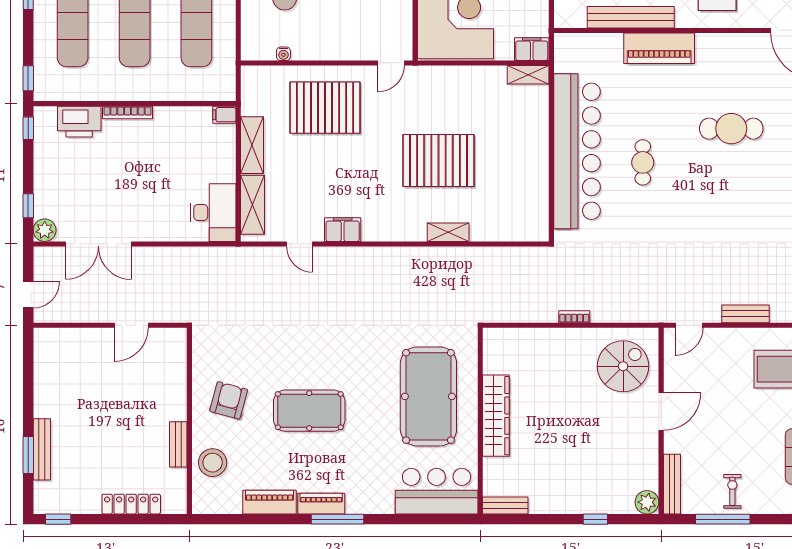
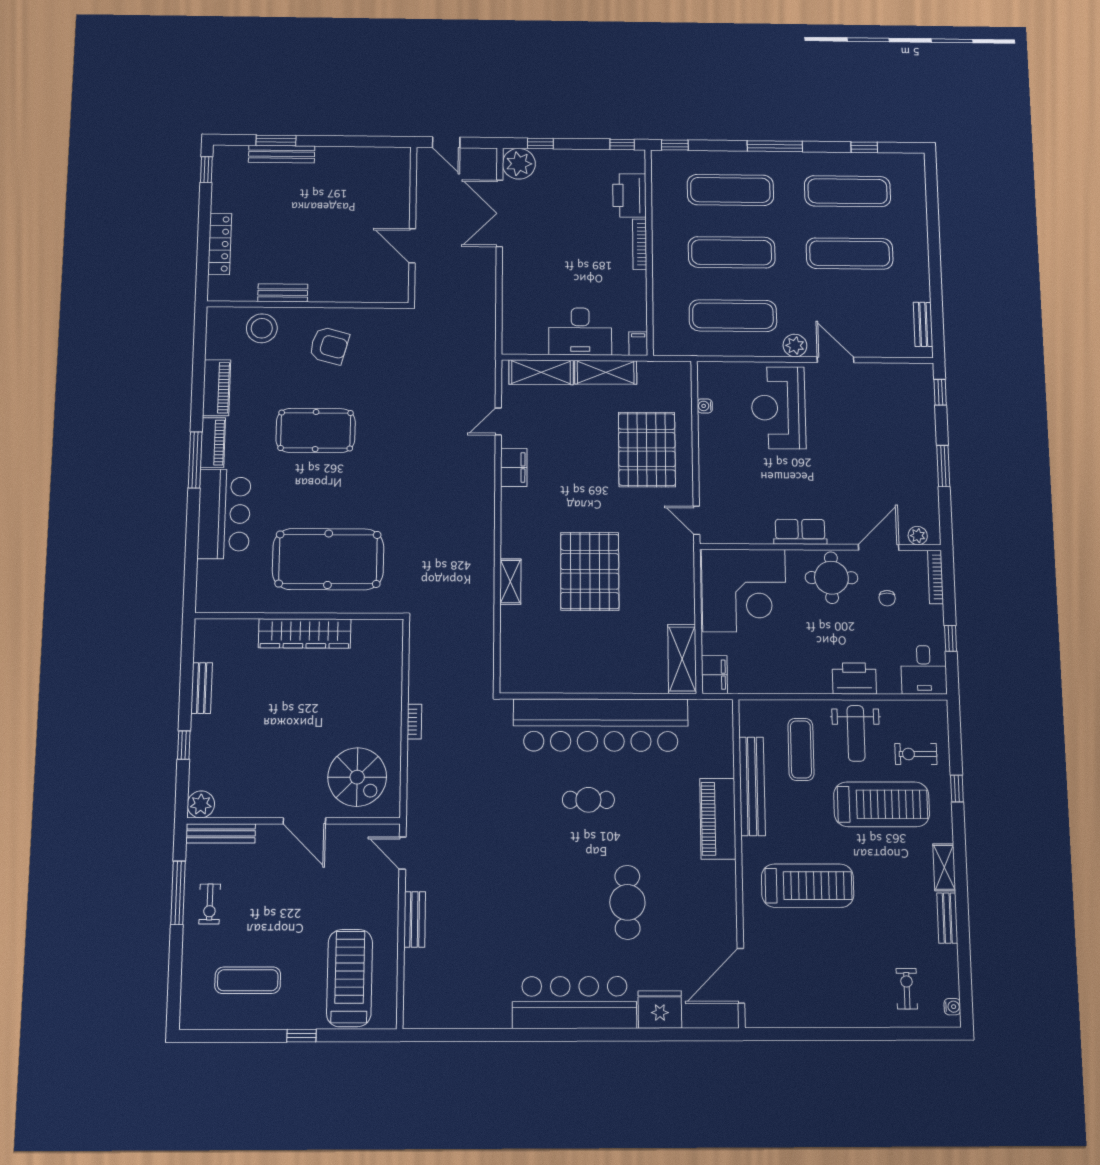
shelving: (528, 75) -> (682, 659), width x1.50, depth x1.33
desk: (213, 213) -> (580, 331), moved
plant: (45, 230) -> (519, 164), width x1.36, depth x1.36
pool table: (309, 411) -> (316, 431), turned 90
bar counter: (437, 491) -> (224, 514), moved
exercise bike: (732, 491) -> (210, 904), turned 90
bench: (505, 505) -> (202, 688), moved

